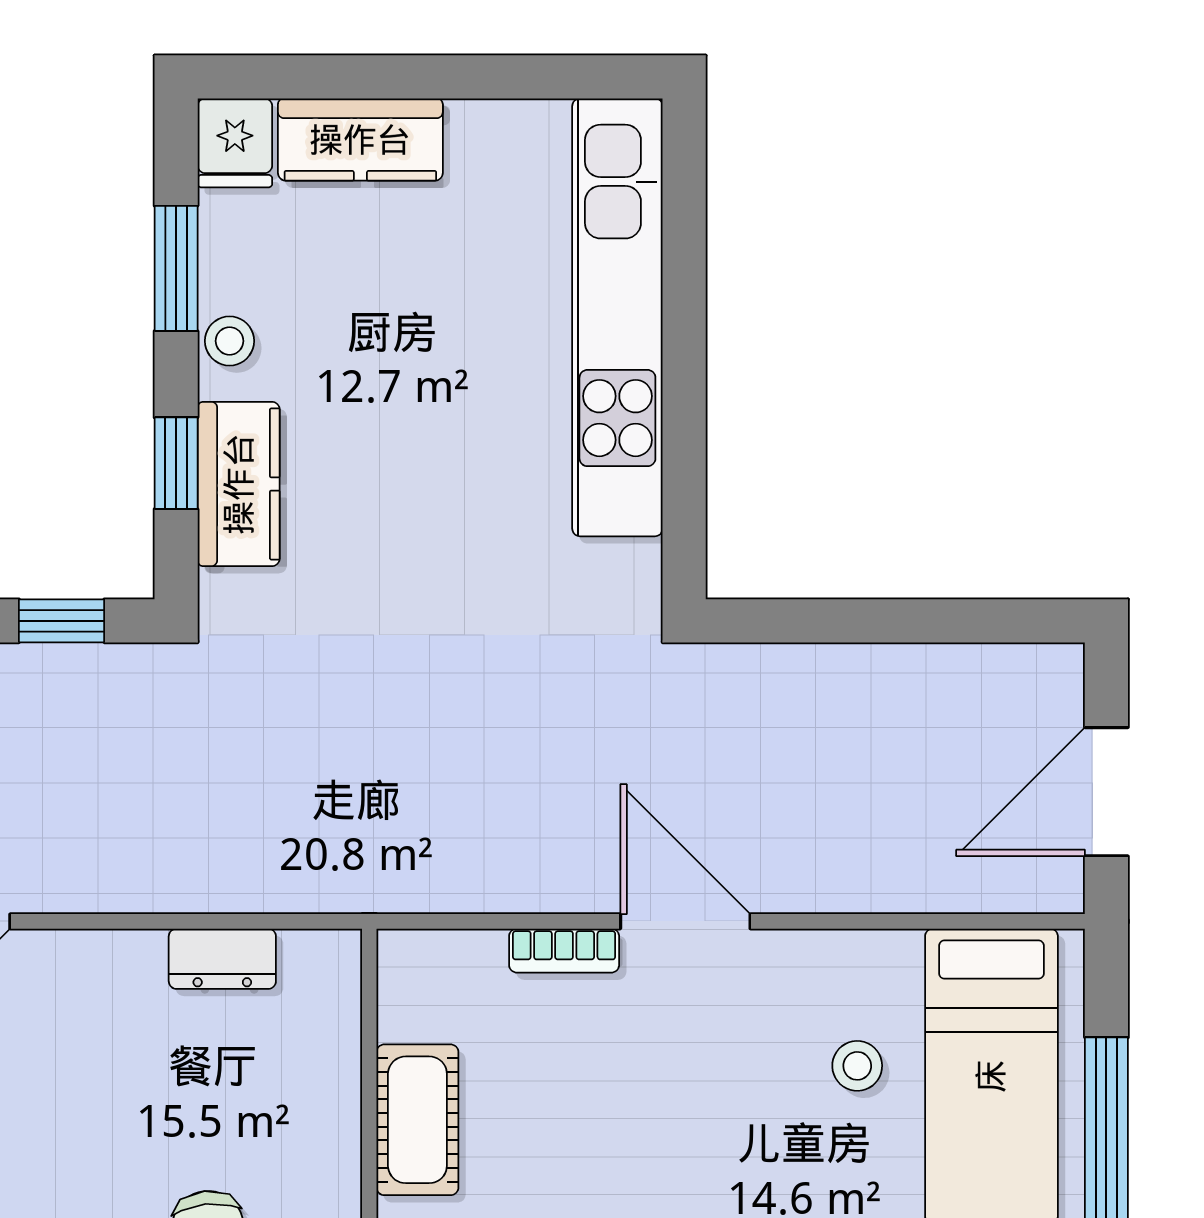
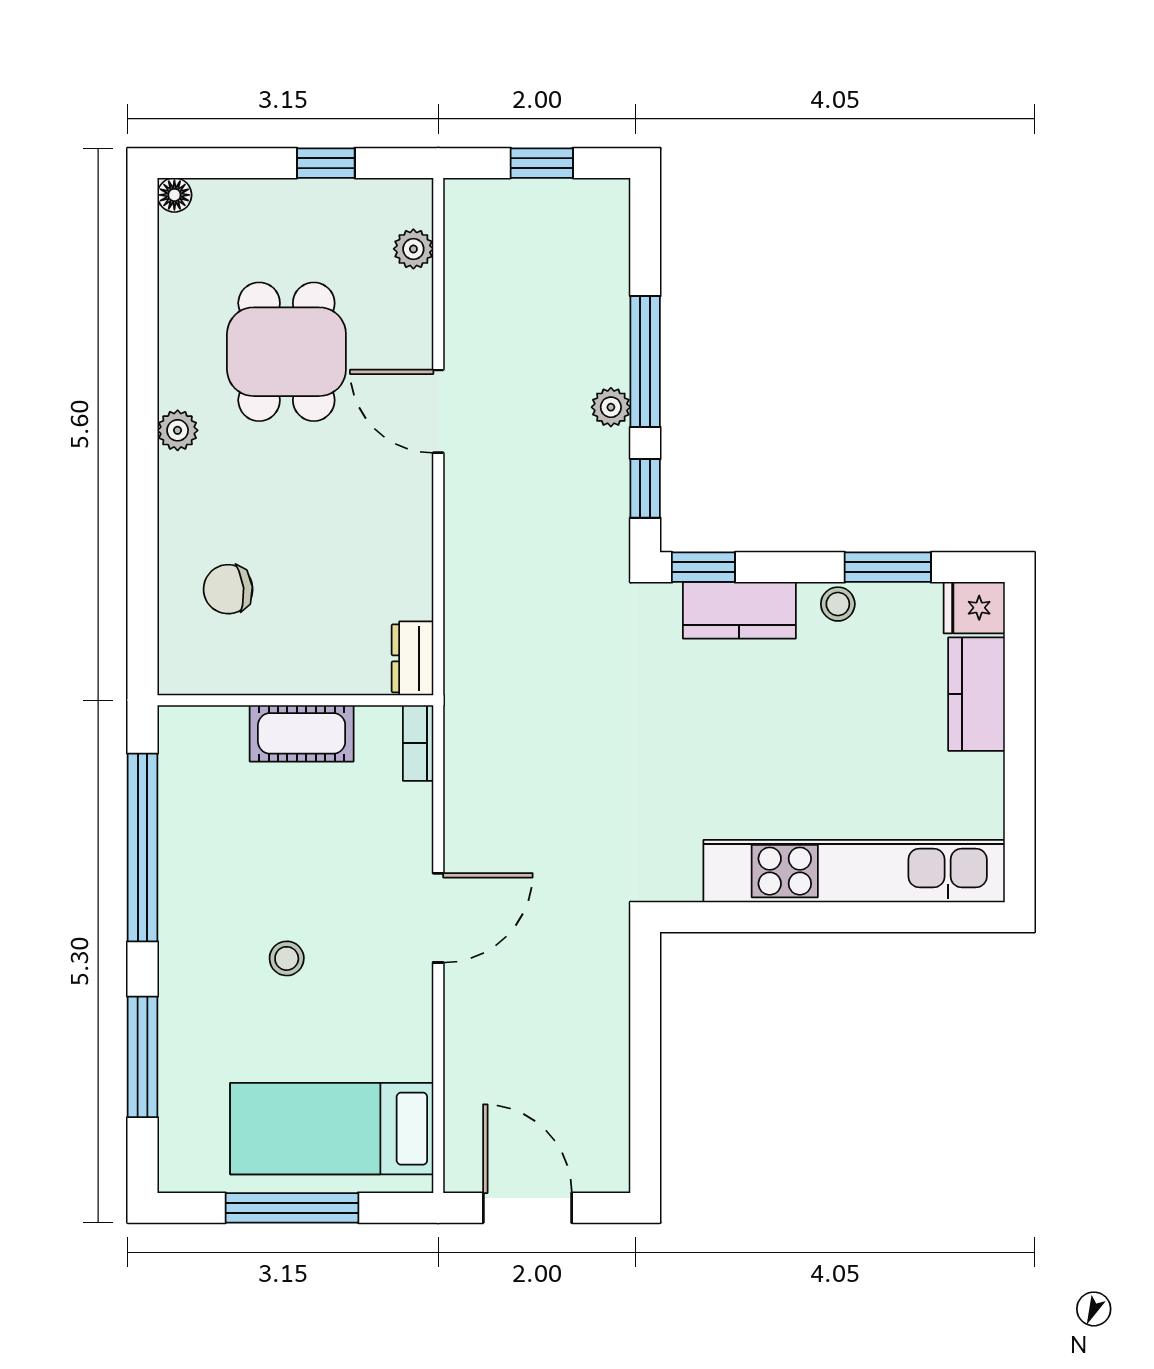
window: (176, 463) -> (703, 567), moved
bookcase: (564, 951) -> (418, 743), moved
dresser: (222, 959) -> (412, 658), moved
stool: (857, 1066) -> (287, 958), moved

